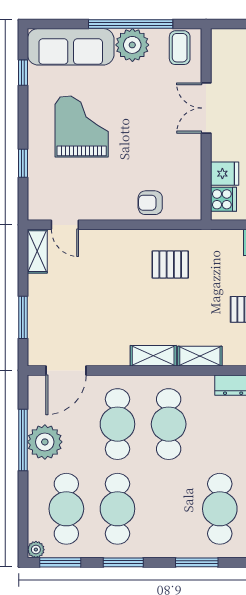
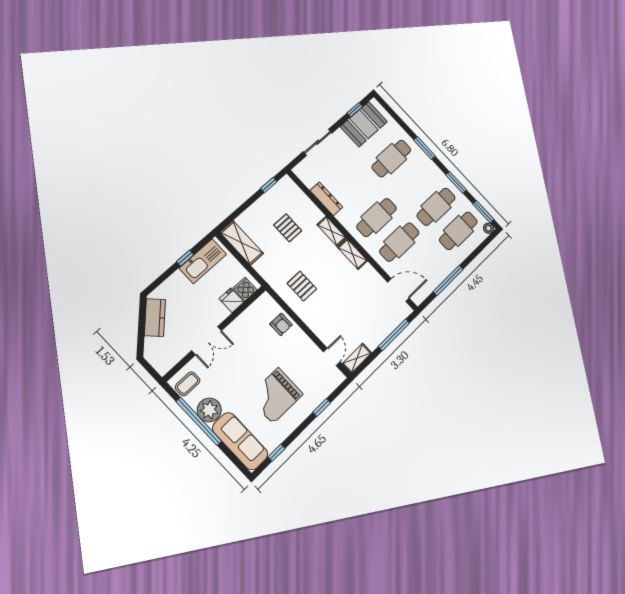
window: (23, 317) -> (394, 335), width x1.44
plant: (45, 442) -> (439, 269), removed

